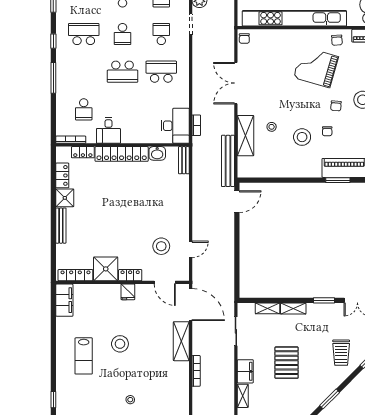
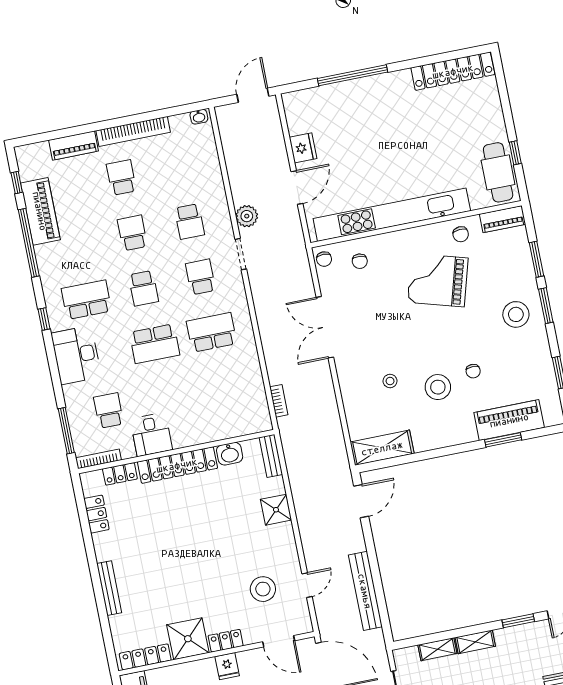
window: (53, 78) -> (66, 431), moved
chair: (336, 106) -> (360, 261), moved
school desk: (84, 109) -> (109, 411), turned 180
desk: (175, 126) -> (76, 355), moved, turned 180
shelving: (246, 136) -> (382, 448), moved, turned 90
bench: (228, 161) -> (365, 591), moved
shower: (65, 198) -> (276, 510), moved

